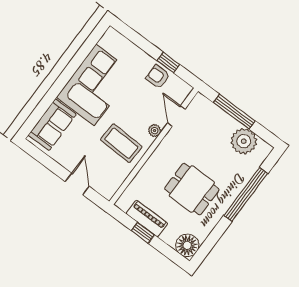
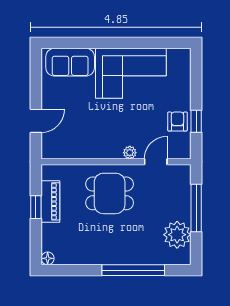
coffee table: (121, 143) -> (98, 132), removed
dining table: (192, 189) -> (110, 193), moved, turned 90
floor lamp: (187, 245) -> (48, 258), width x0.53, depth x0.53

